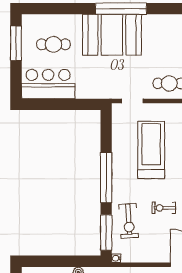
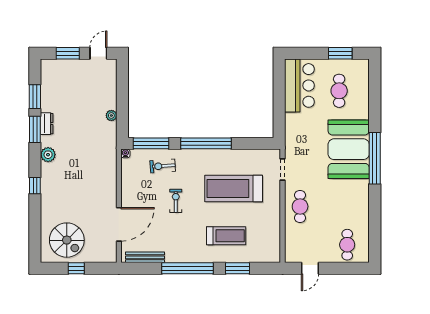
window: (16, 43) -> (340, 53), width x0.69
treadmill: (151, 150) -> (234, 188), turned 180
exercise bike: (129, 221) -> (163, 166), width x0.73, depth x0.72

